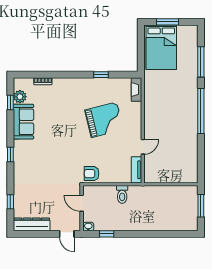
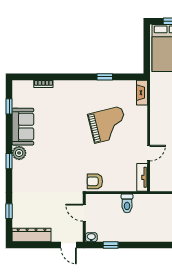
plant: (20, 97) -> (19, 153), moved

